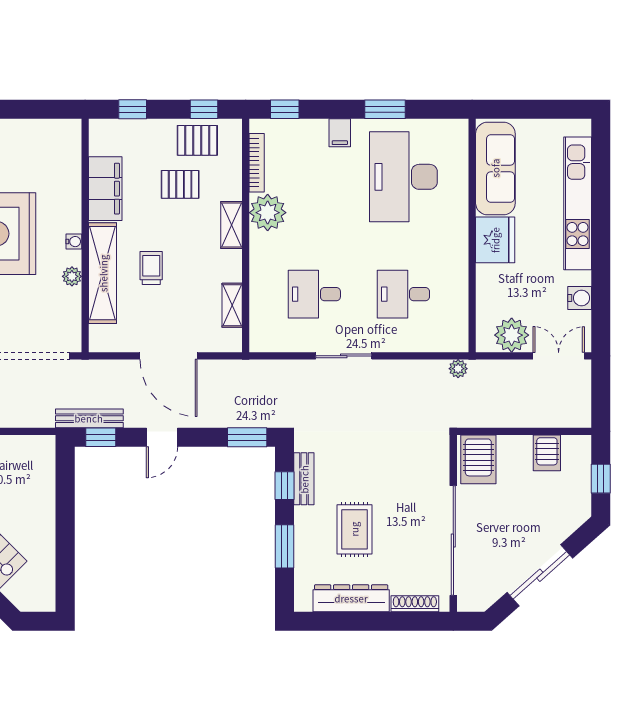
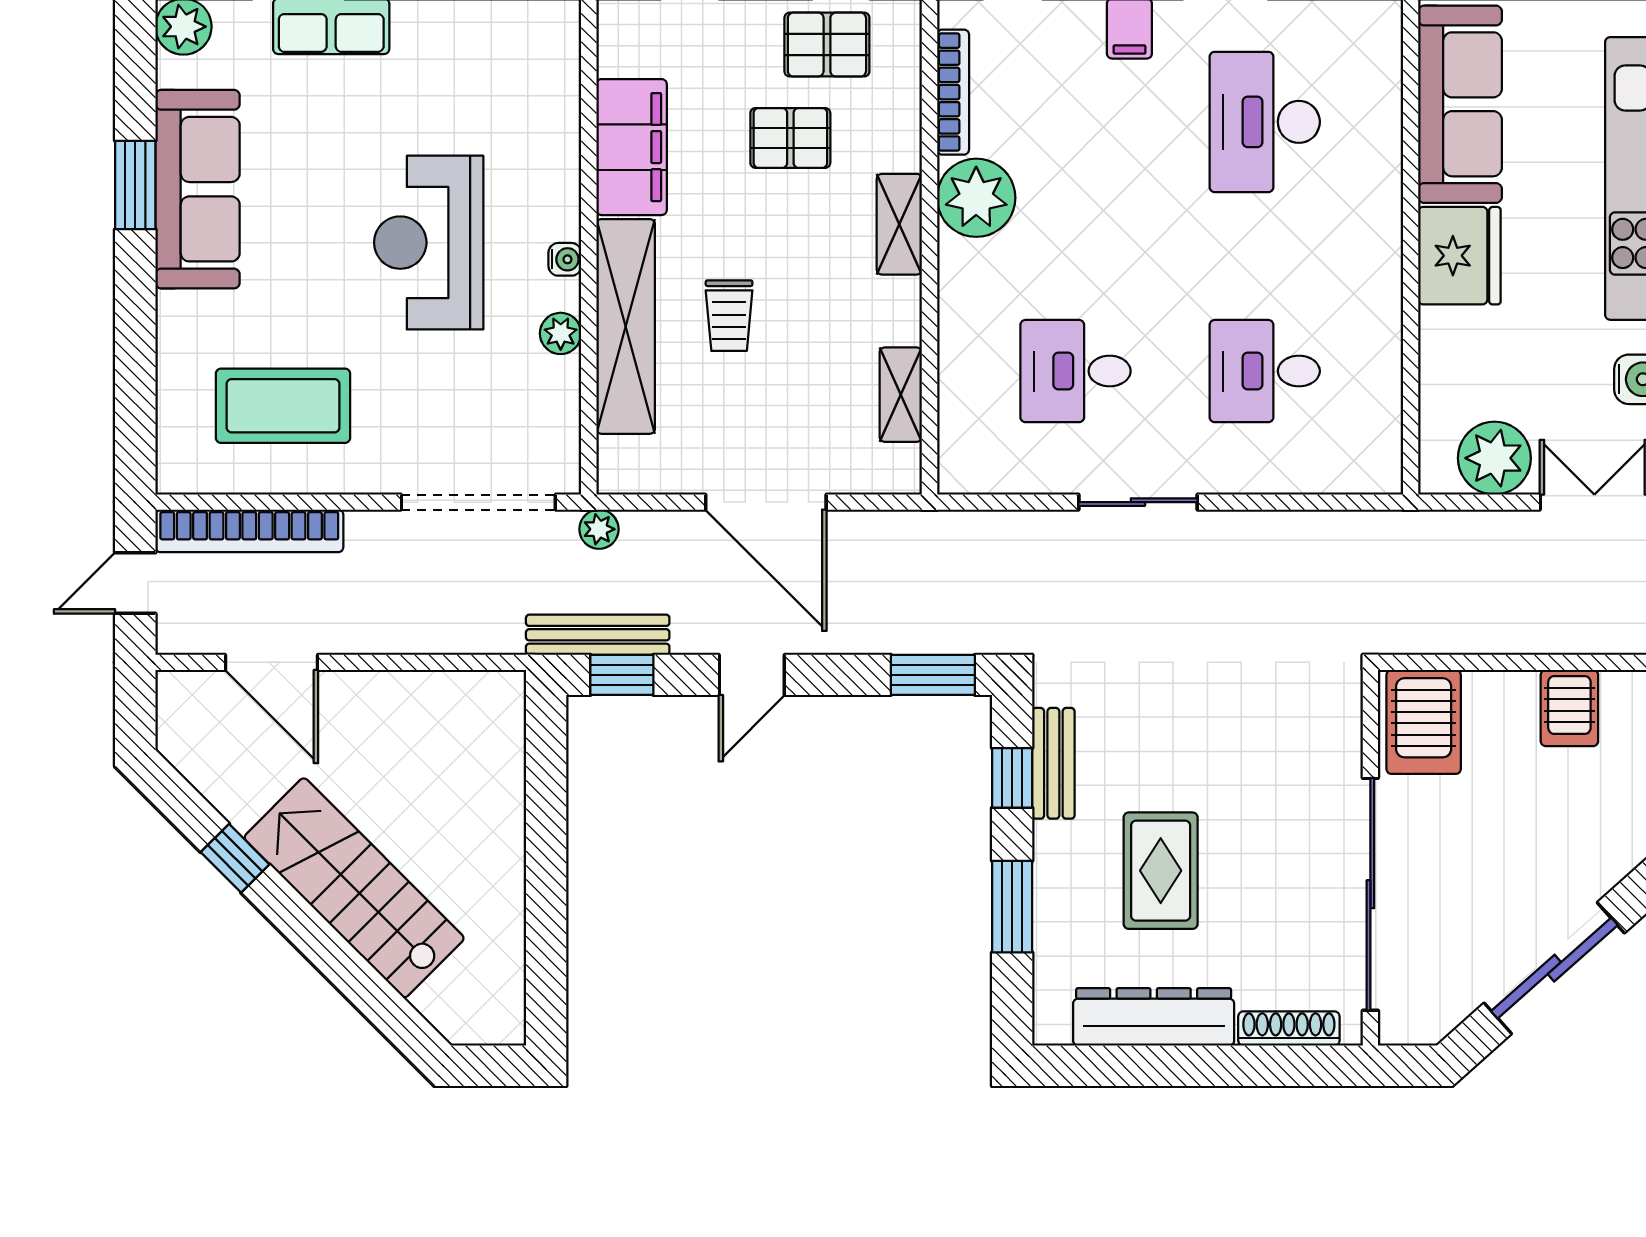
desk: (403, 177) -> (1265, 122), width x0.73, depth x0.77
trolley: (151, 268) -> (729, 316), turned 180
plant: (458, 369) -> (599, 529), moved

